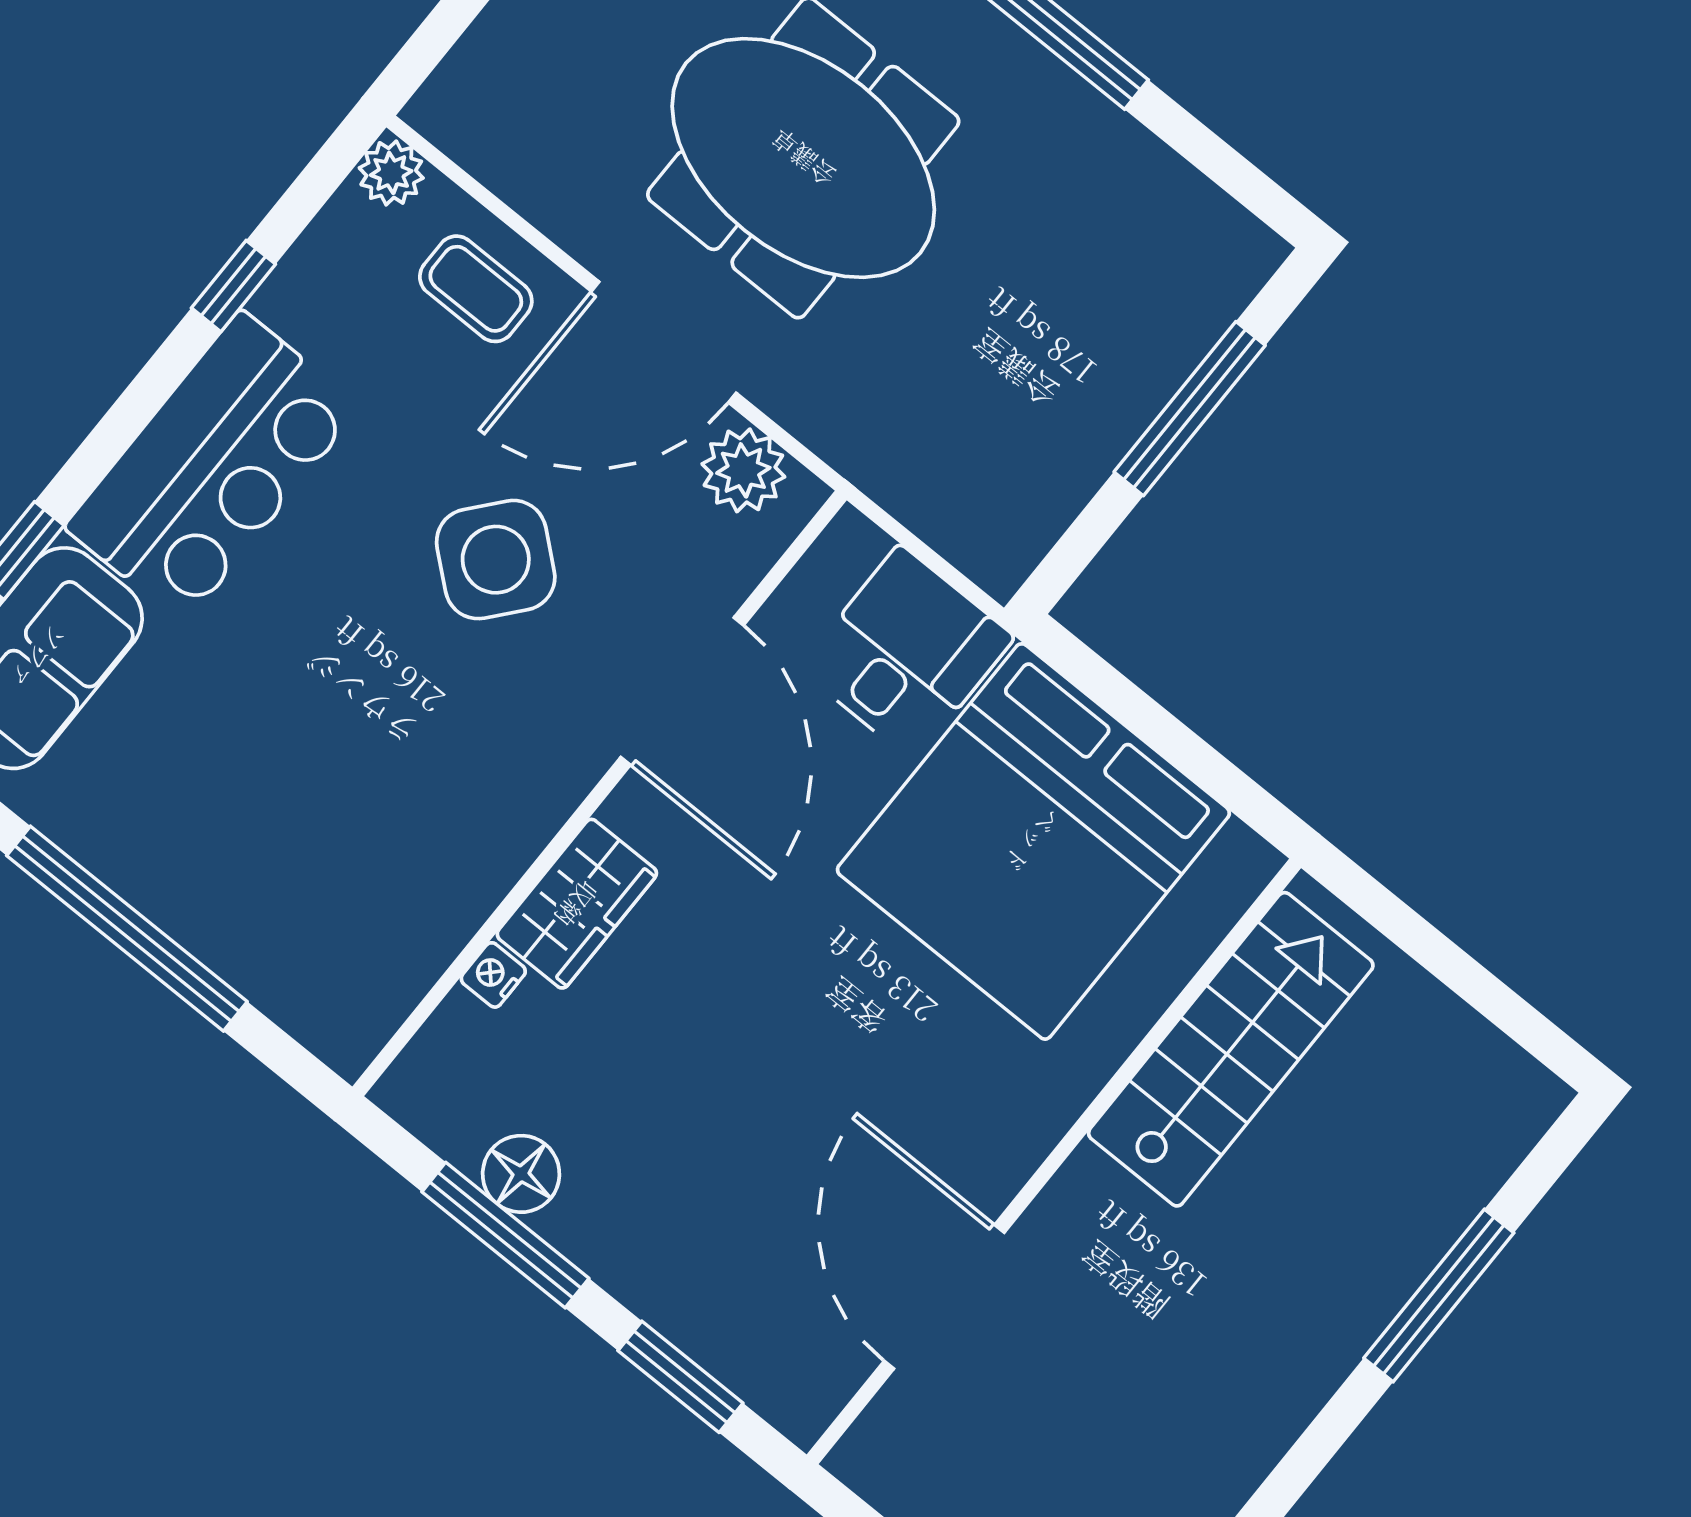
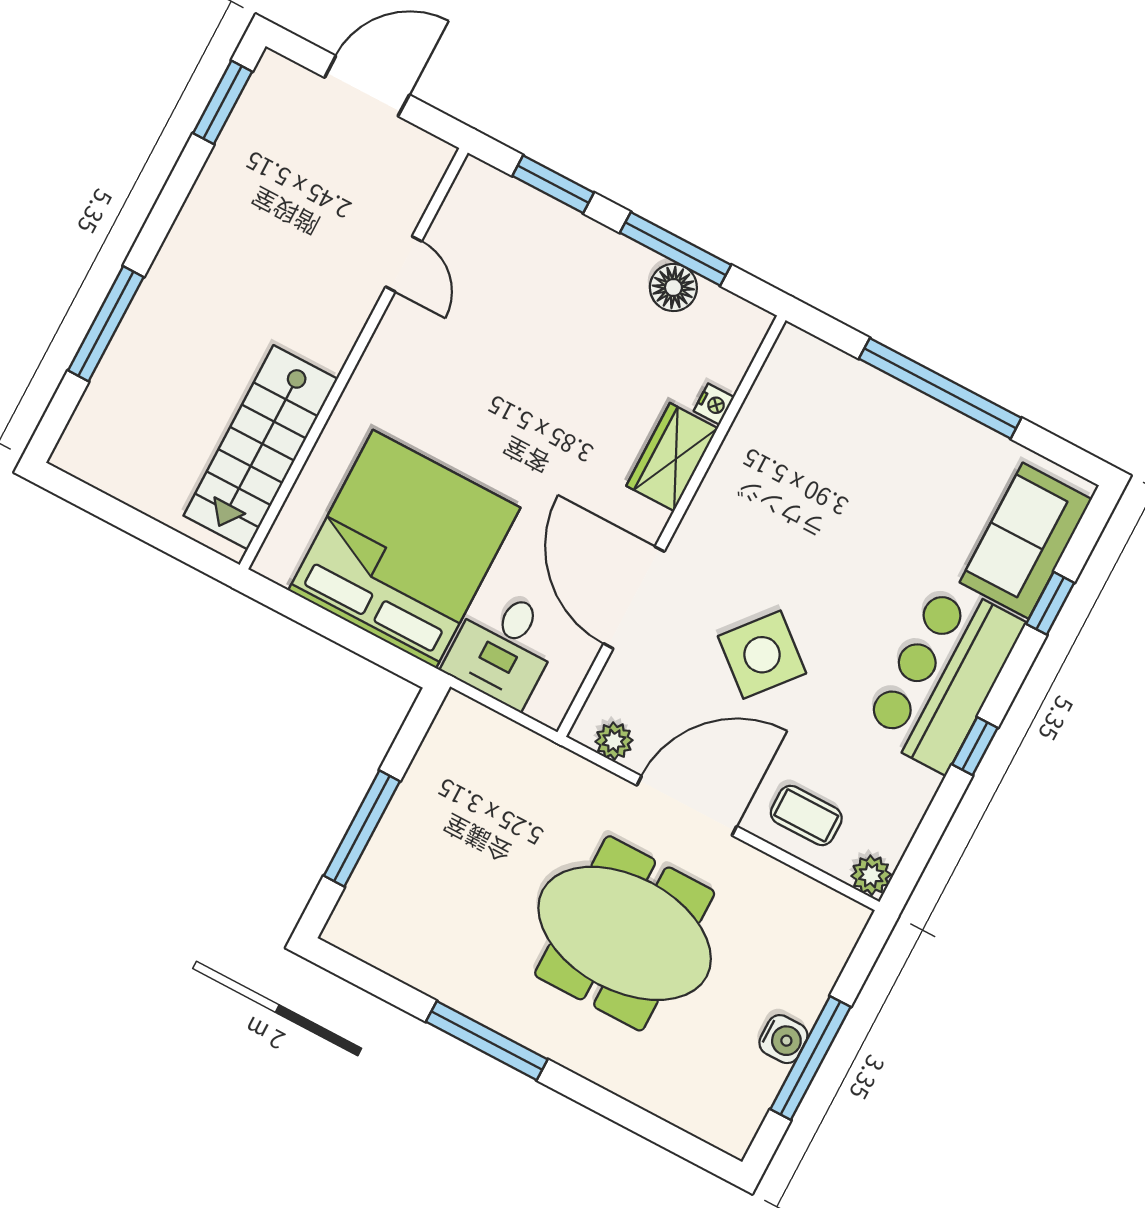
window: (233, 286) -> (975, 746), moved
plant: (743, 470) -> (614, 741), width x0.73, depth x0.73
door: (944, 1297) -> (404, 264), width x0.53

